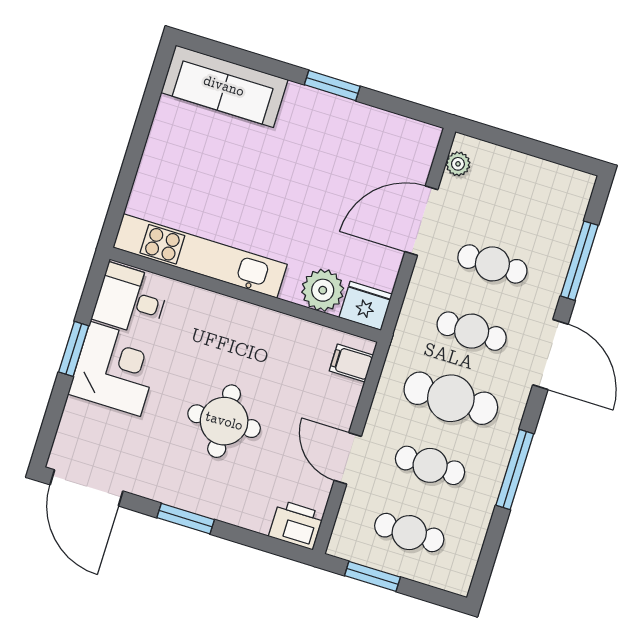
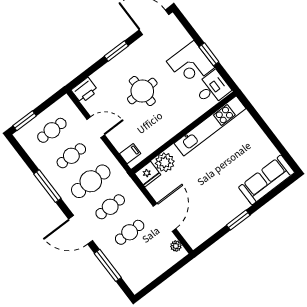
window: (372, 576) -> (25, 121), moved

